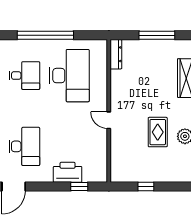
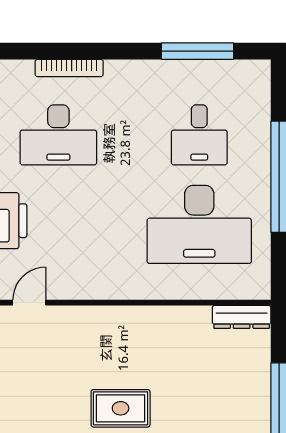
door: (109, 120) -> (29, 303), moved
rug: (158, 132) -> (121, 408), moved

